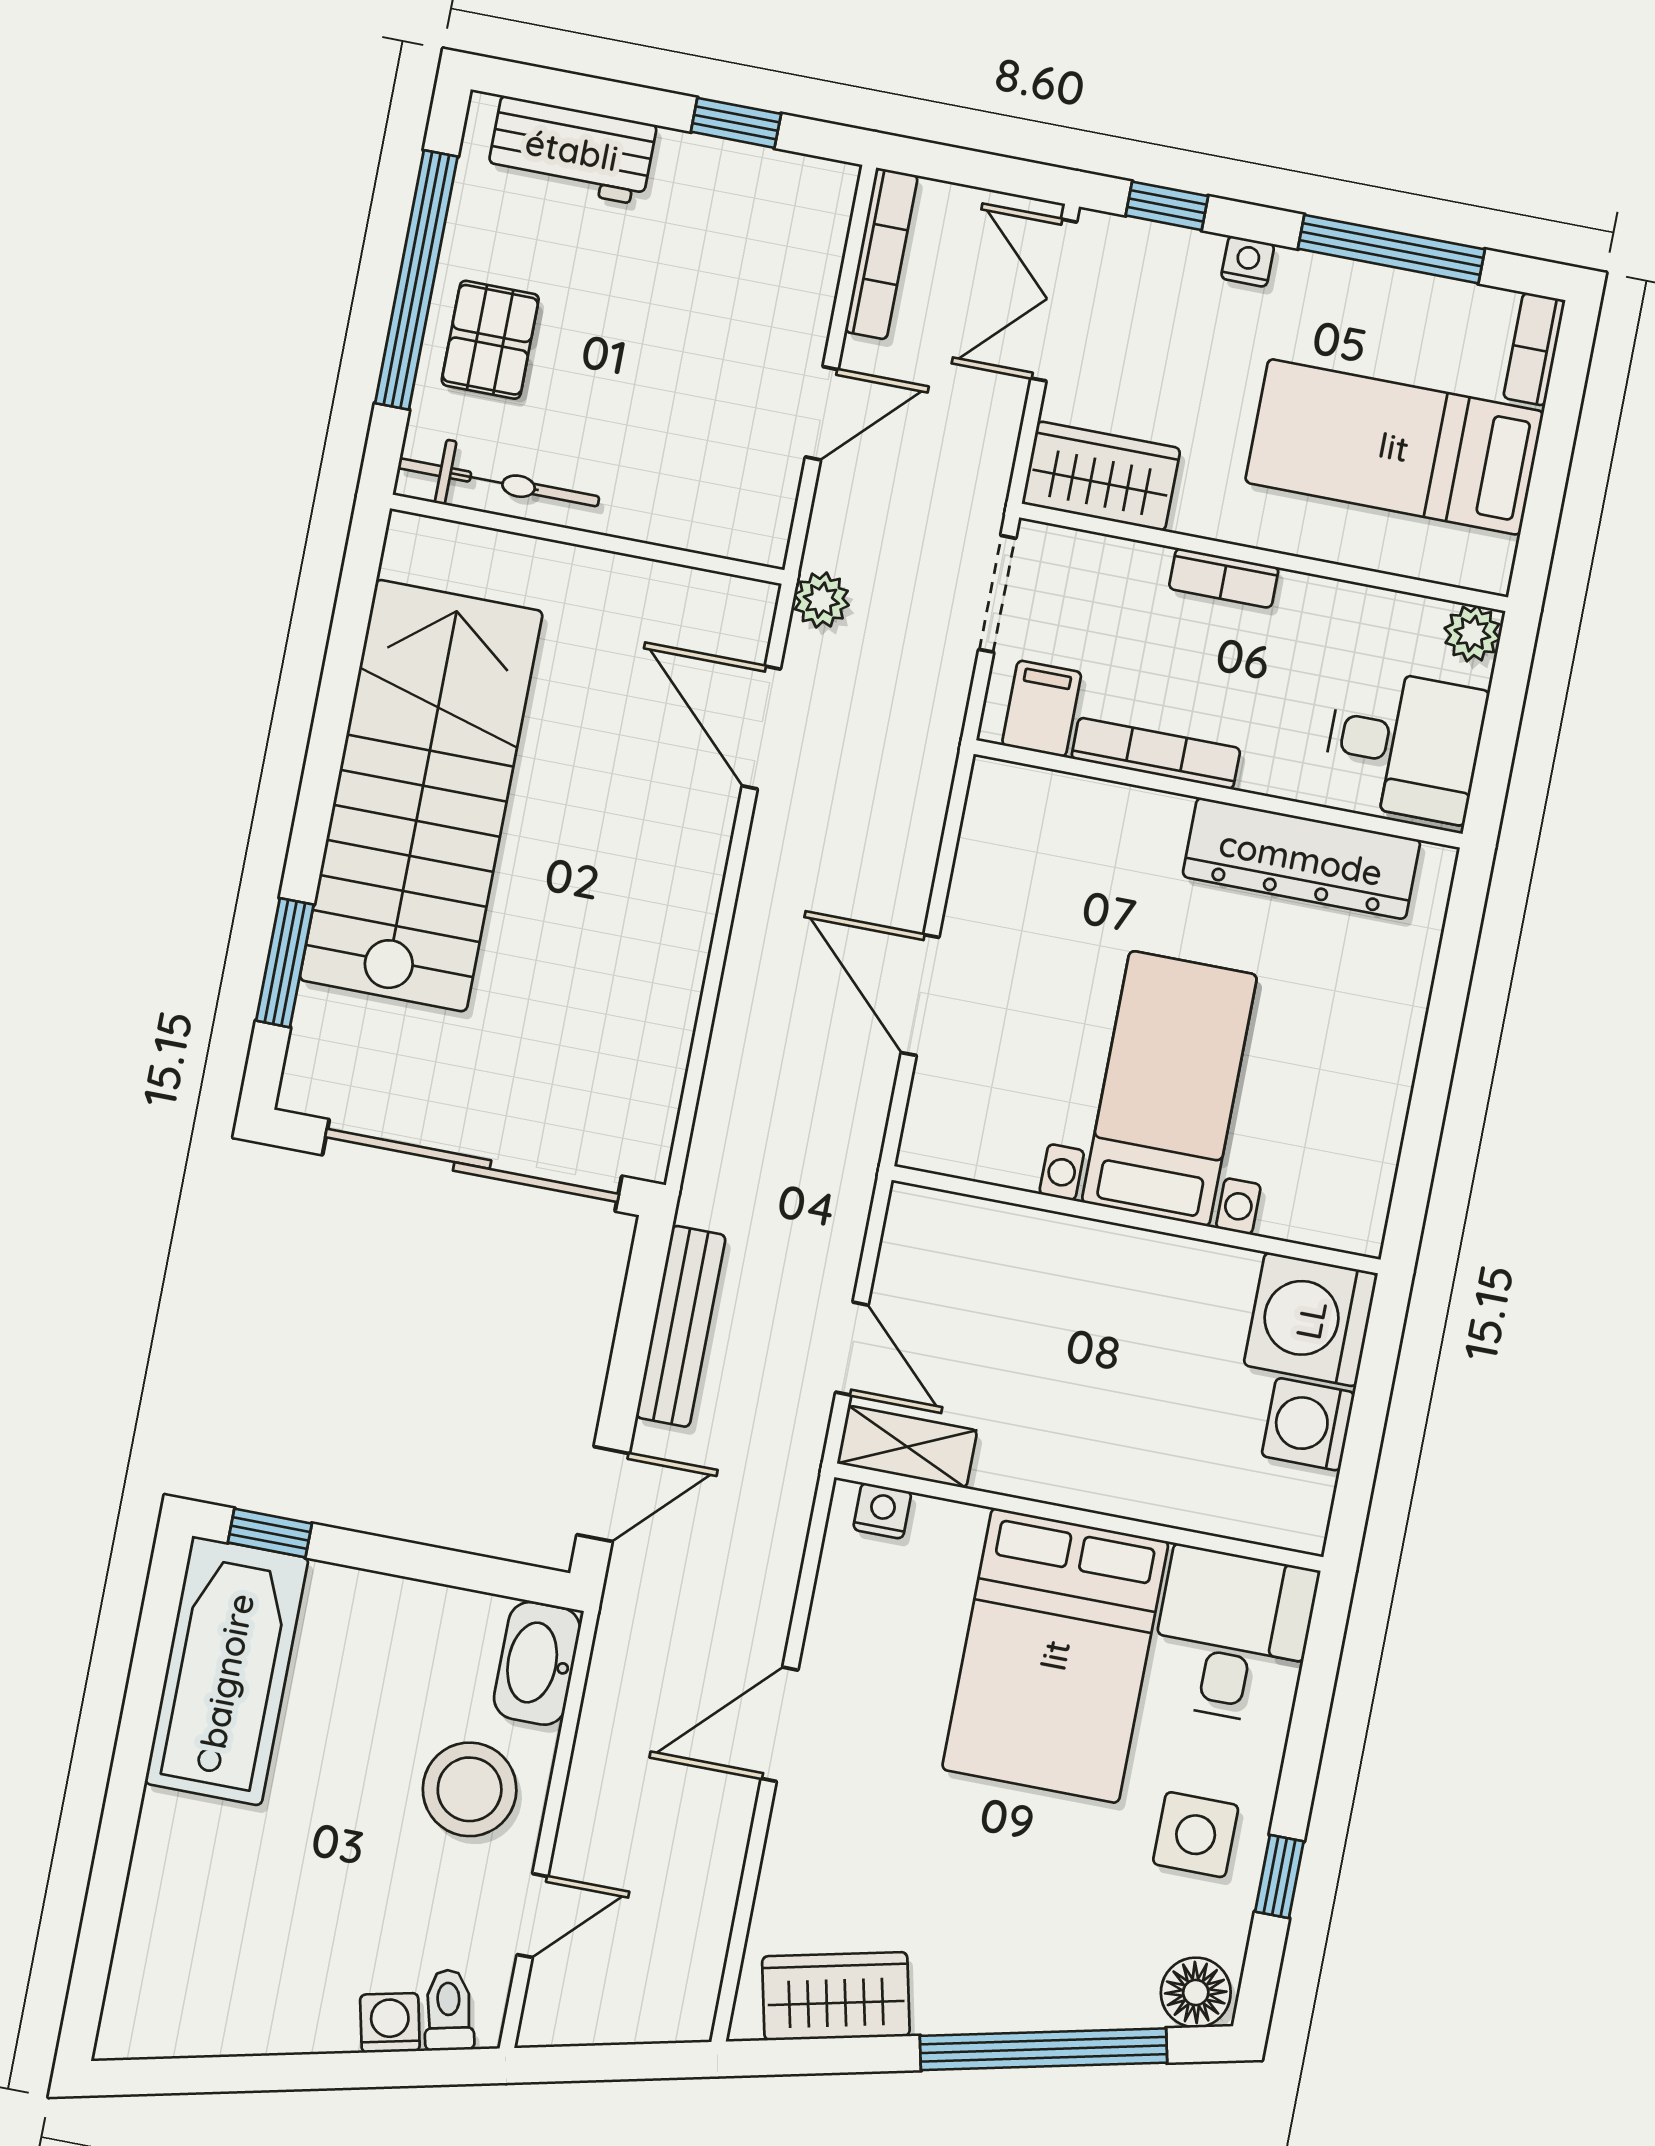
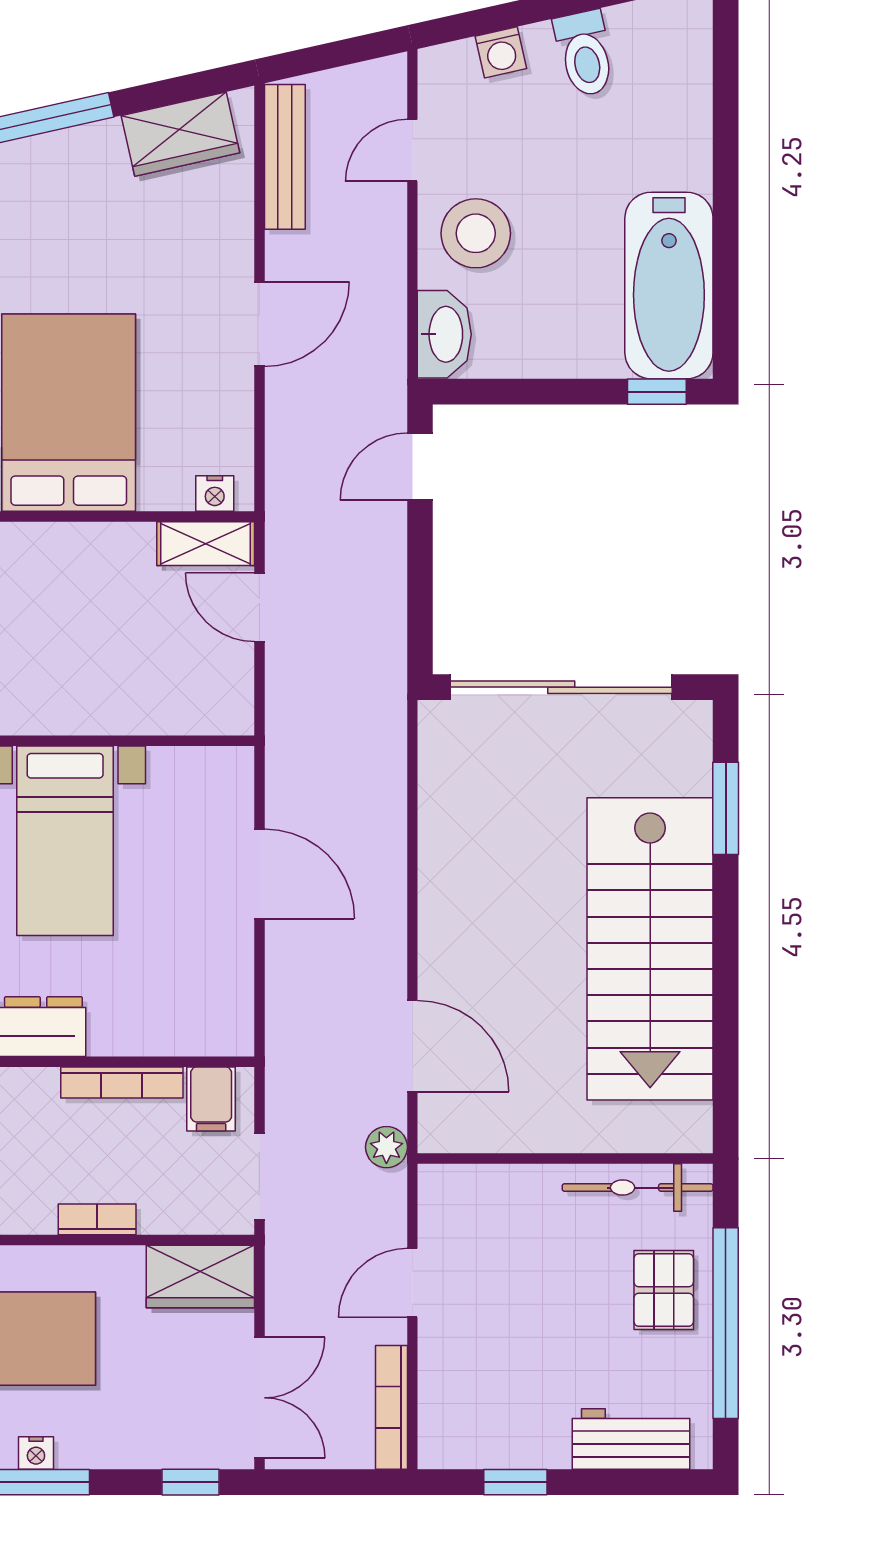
nightstand: (1248, 261) -> (36, 1453), moved
bench: (681, 1326) -> (285, 157), moved
toilet: (449, 2010) -> (585, 54), moved, width x1.37, depth x1.39

